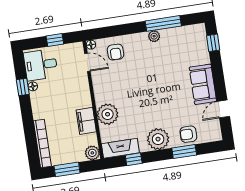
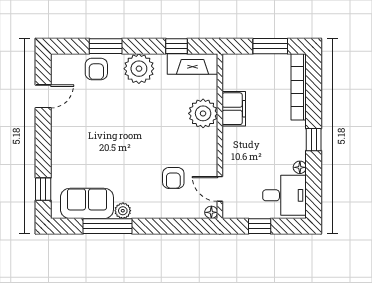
armchair: (115, 52) -> (173, 178), moved, turned 180
sofa: (203, 84) -> (87, 203), moved, turned -90
window: (23, 87) -> (314, 140), moved
armchair: (188, 134) -> (96, 69), turned 90
plant: (92, 153) -> (232, 64), removed

